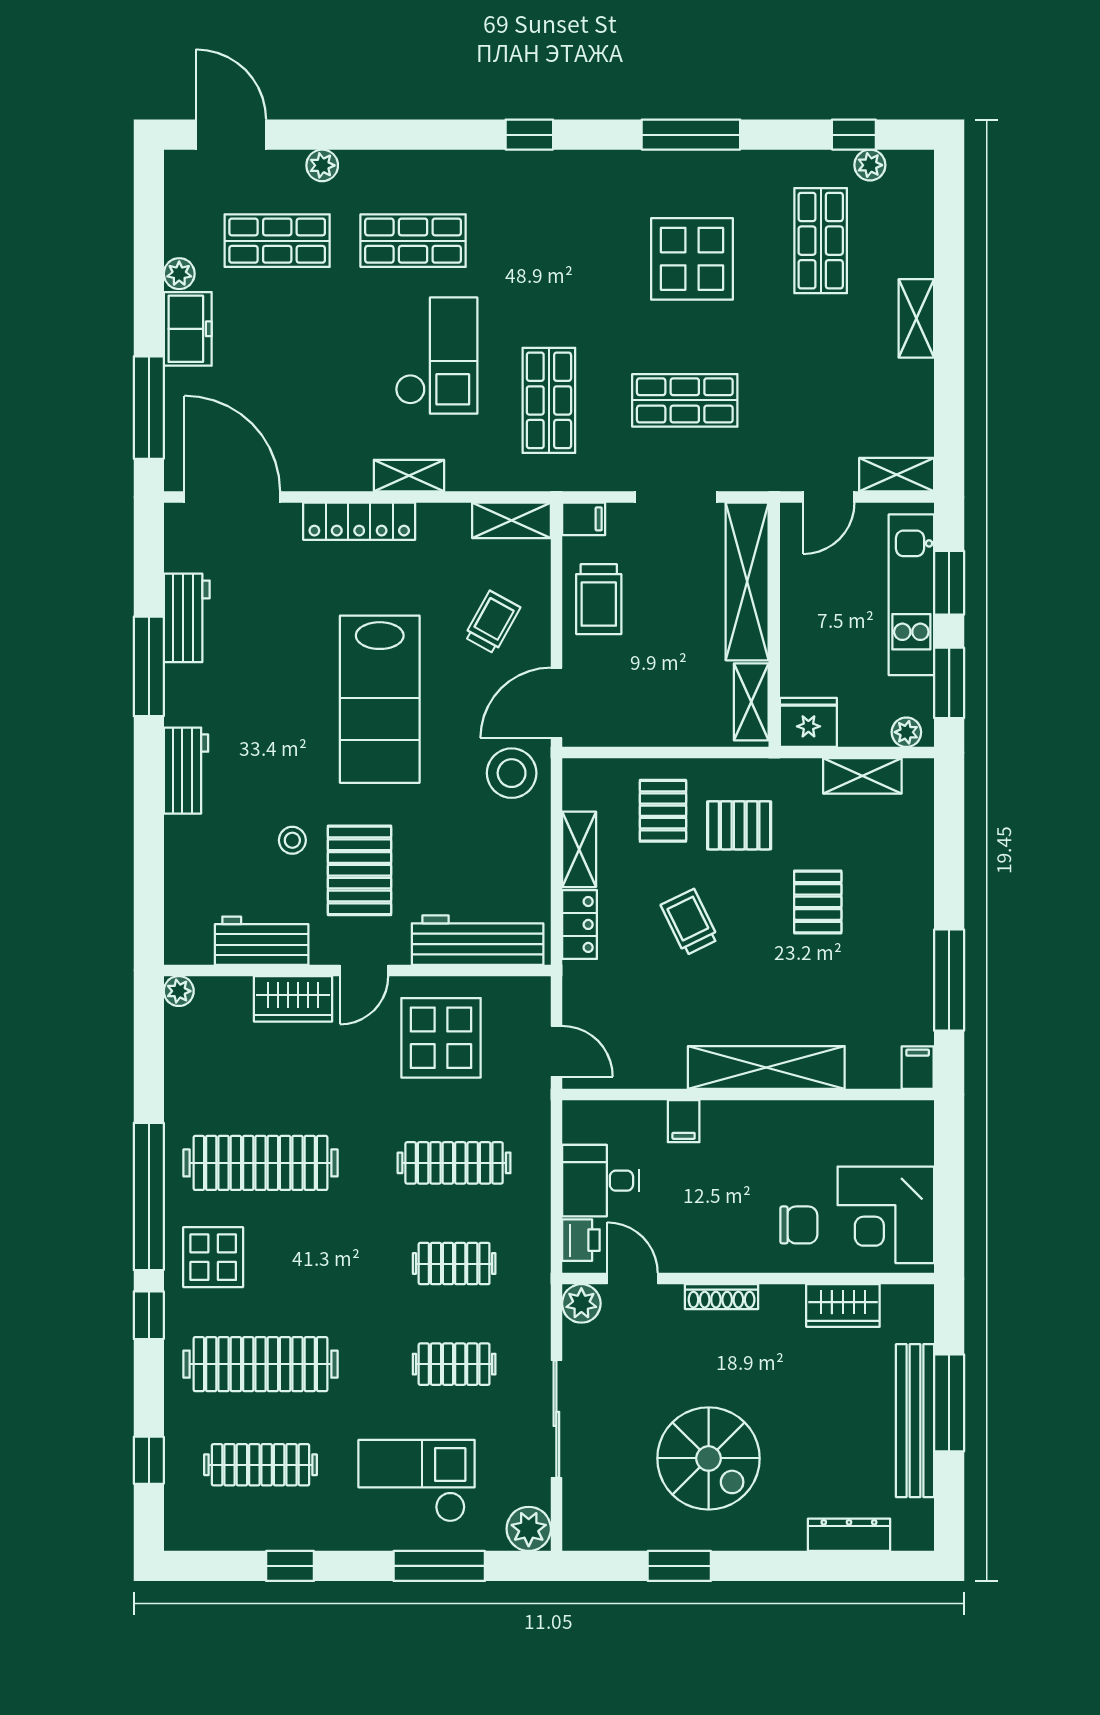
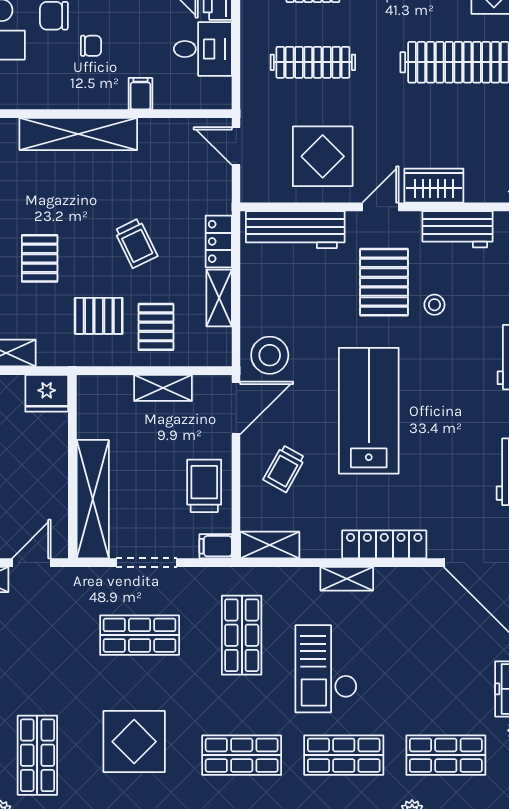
shop shelf: (549, 241) -> (242, 755), added
shelving: (751, 702) -> (163, 388), moved, turned 90
chair: (749, 1185) -> (91, 46), added

